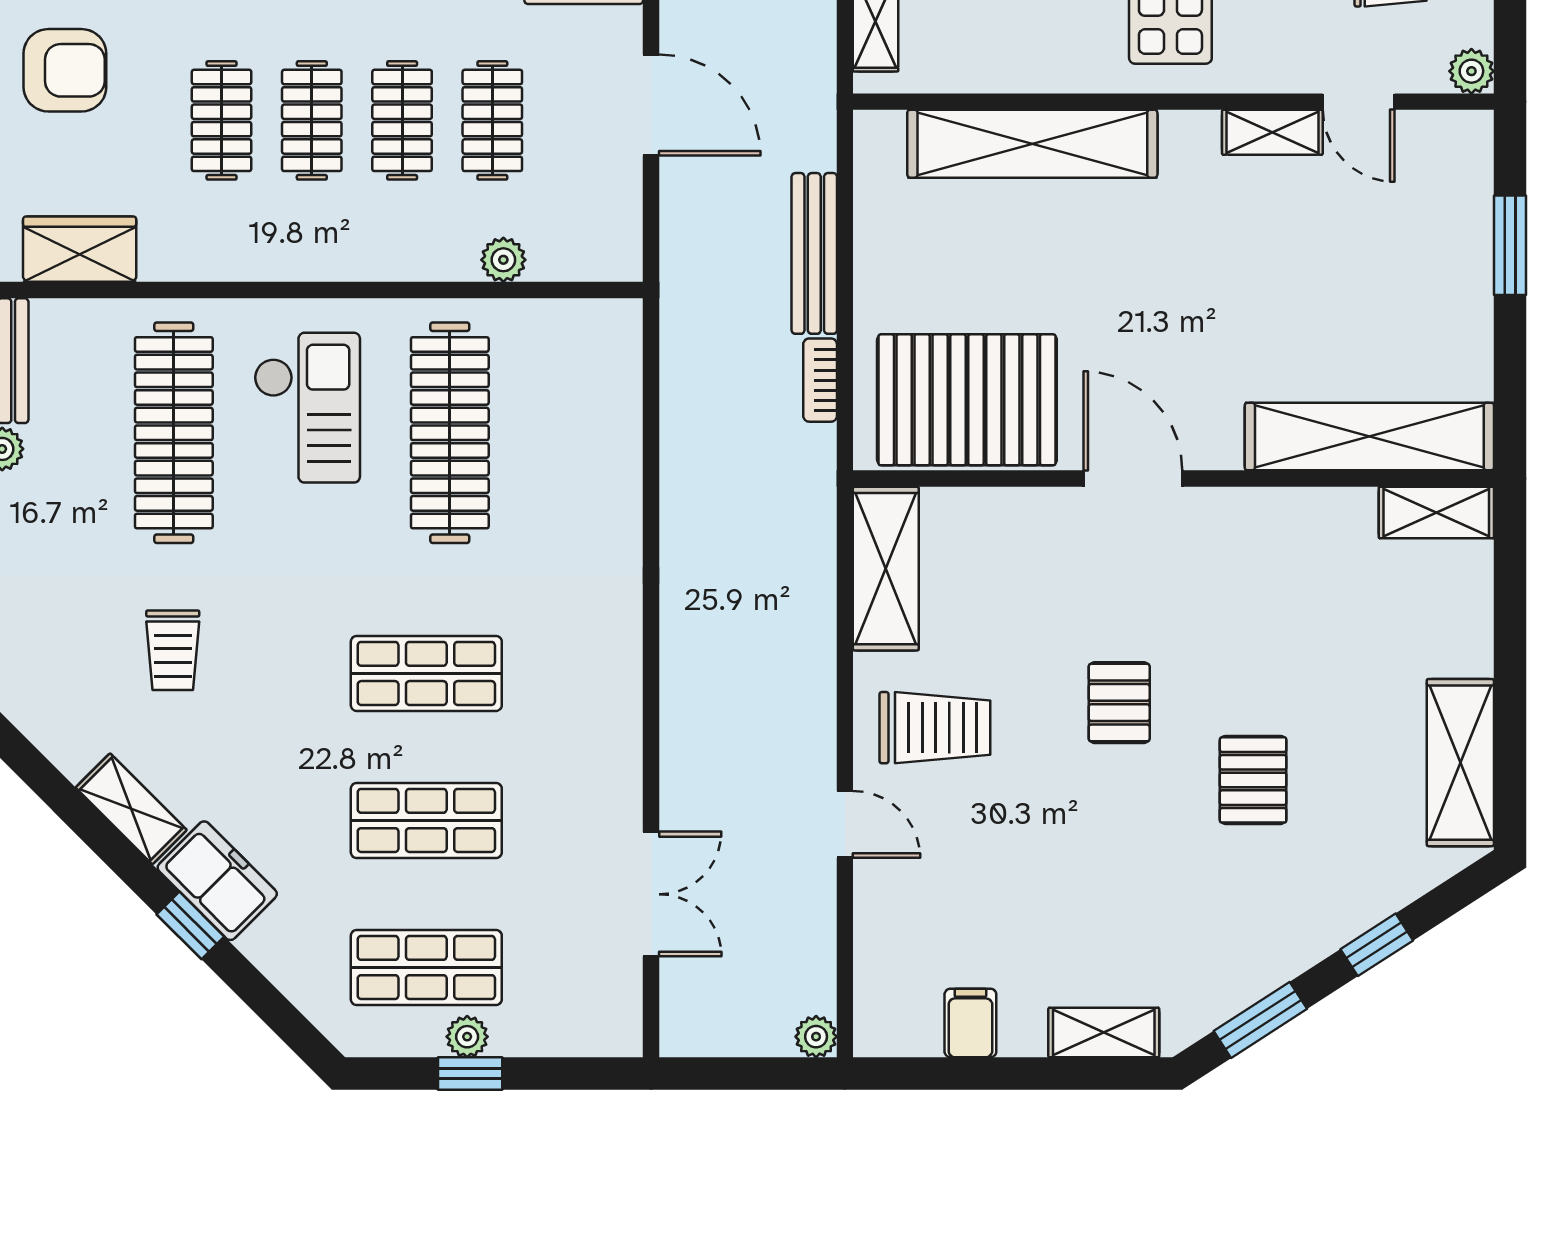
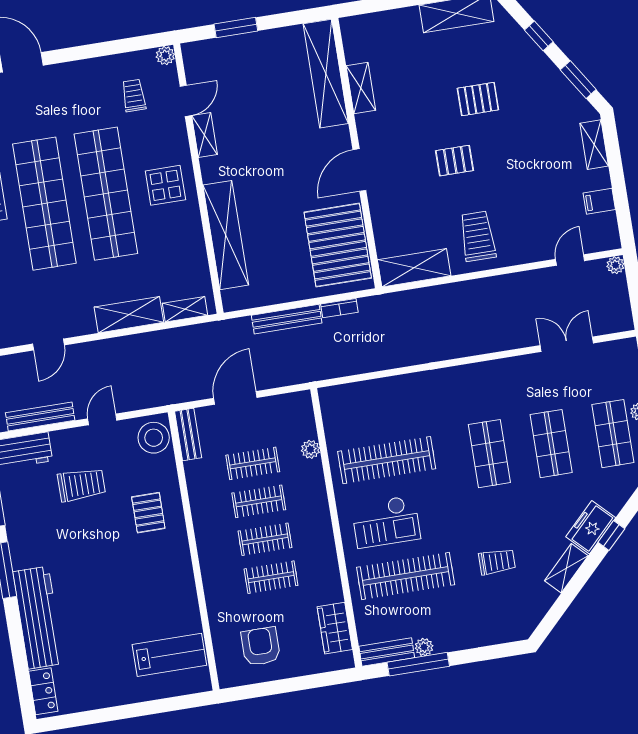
checkout: (307, 408) -> (386, 522), turned 180
shelving: (1436, 512) -> (361, 88), moved
door: (845, 824) -> (570, 260), moved

